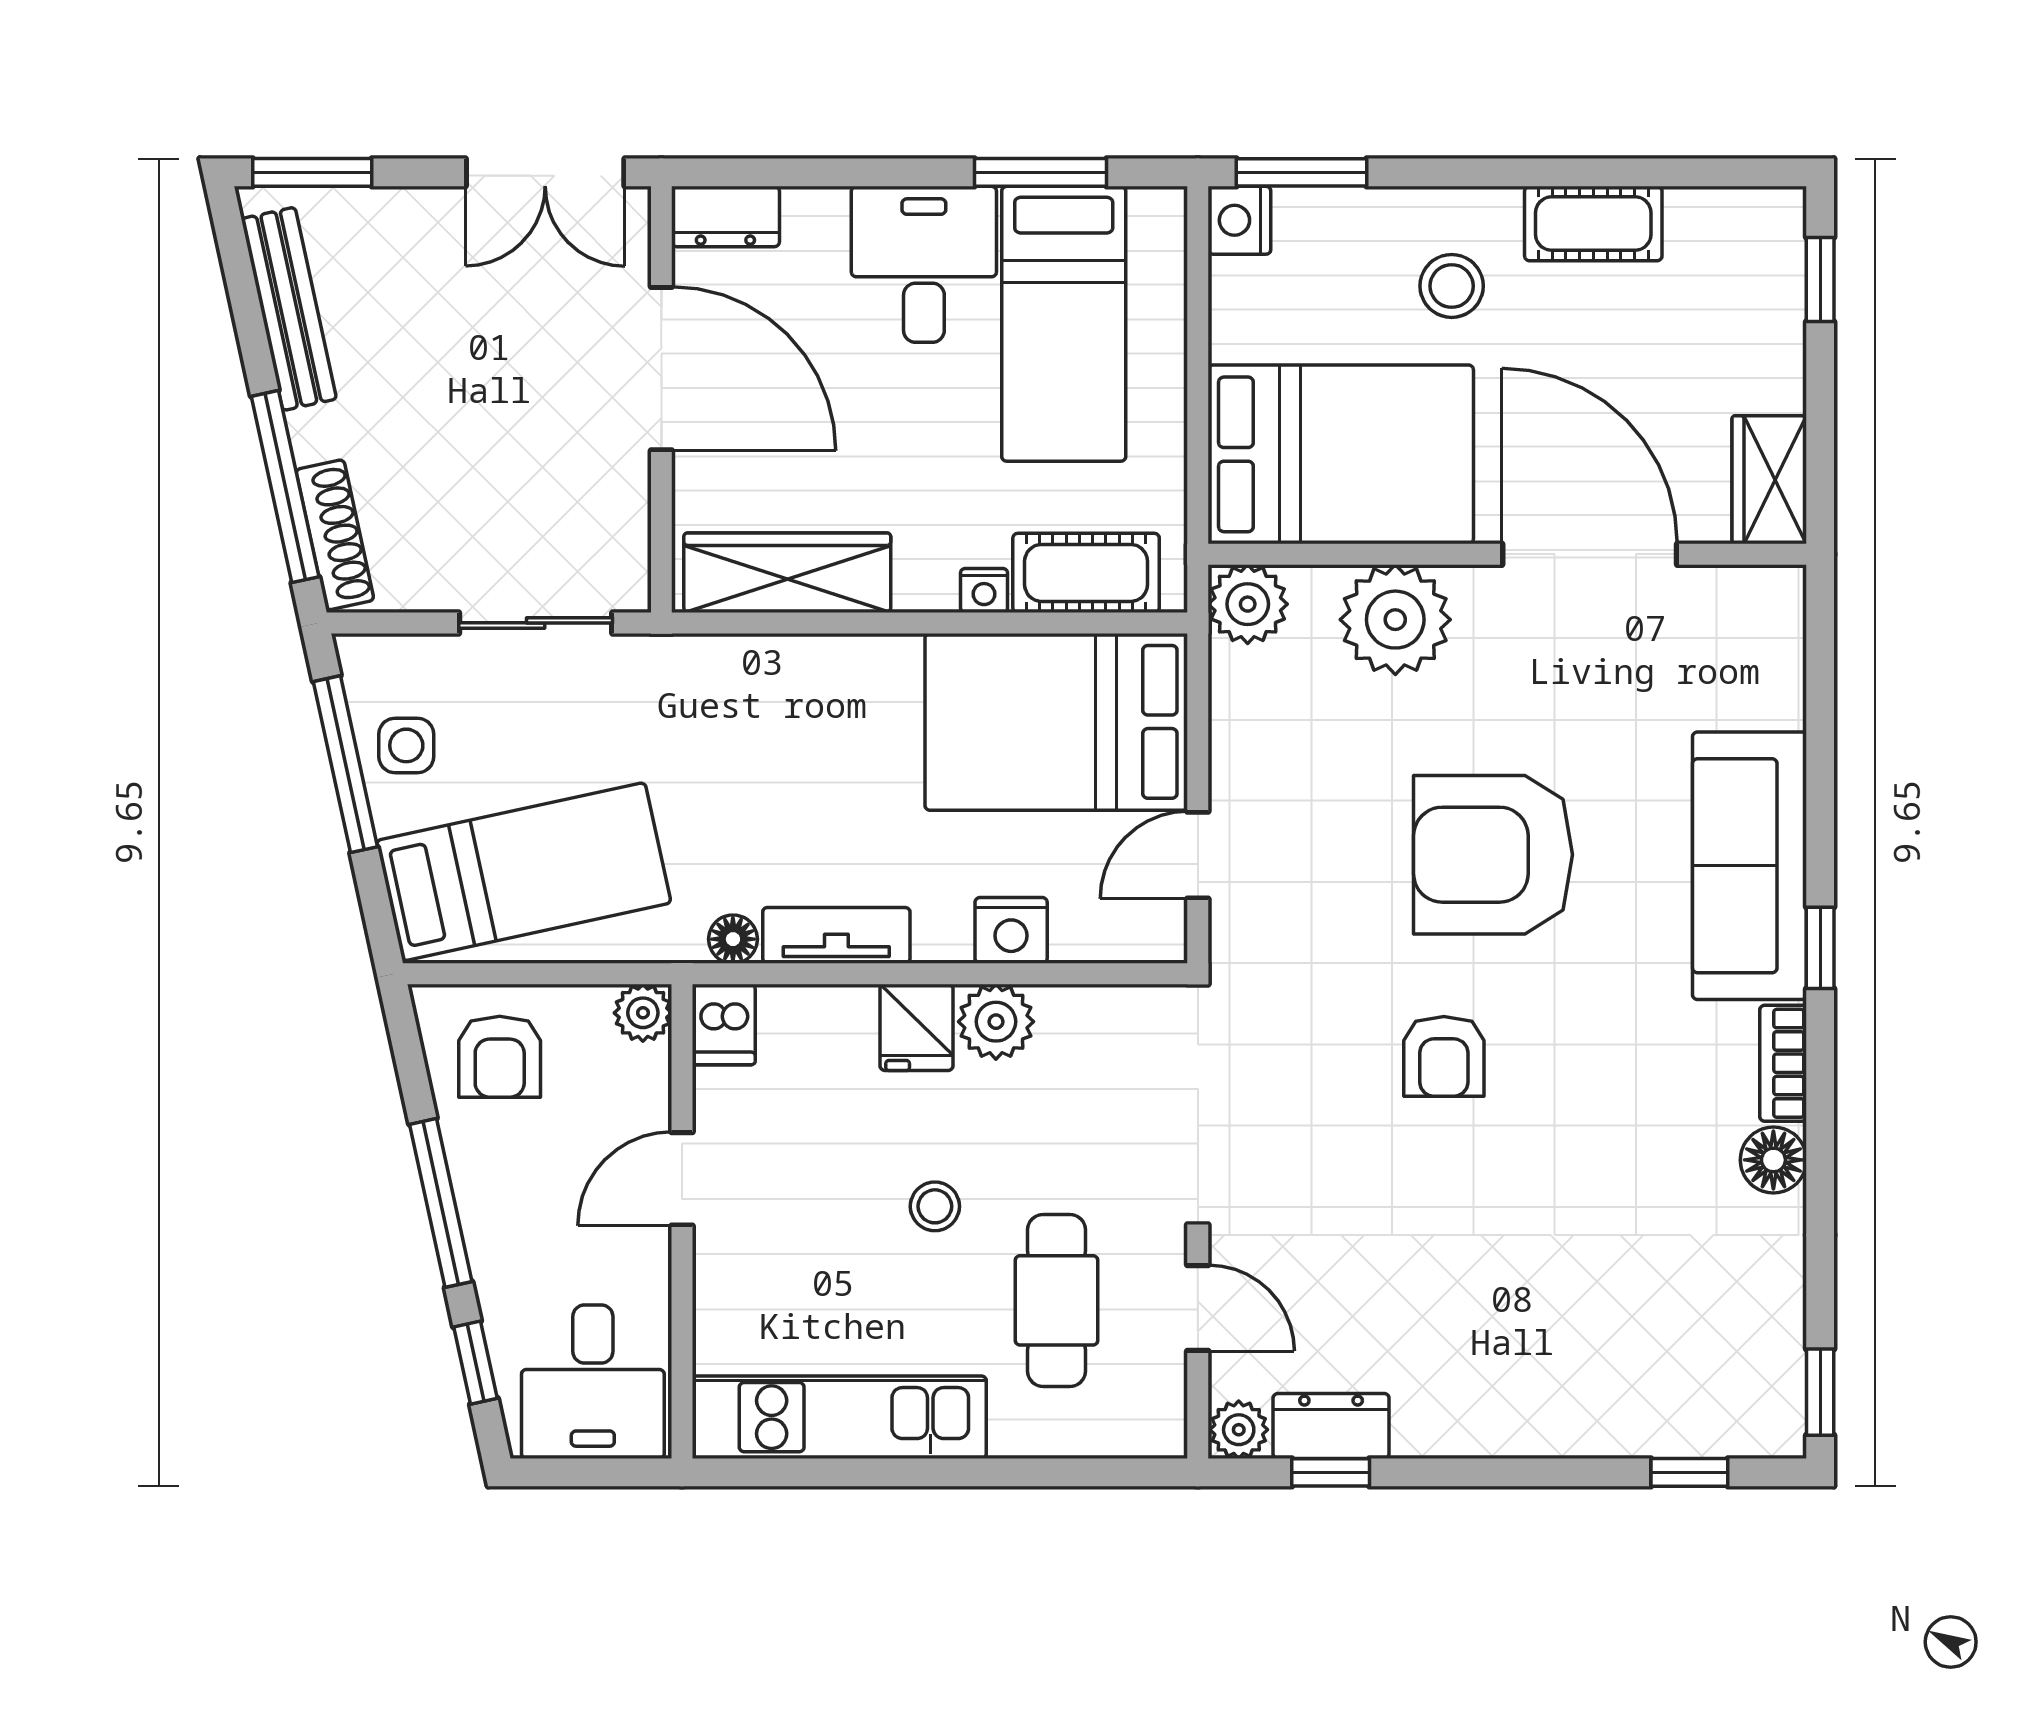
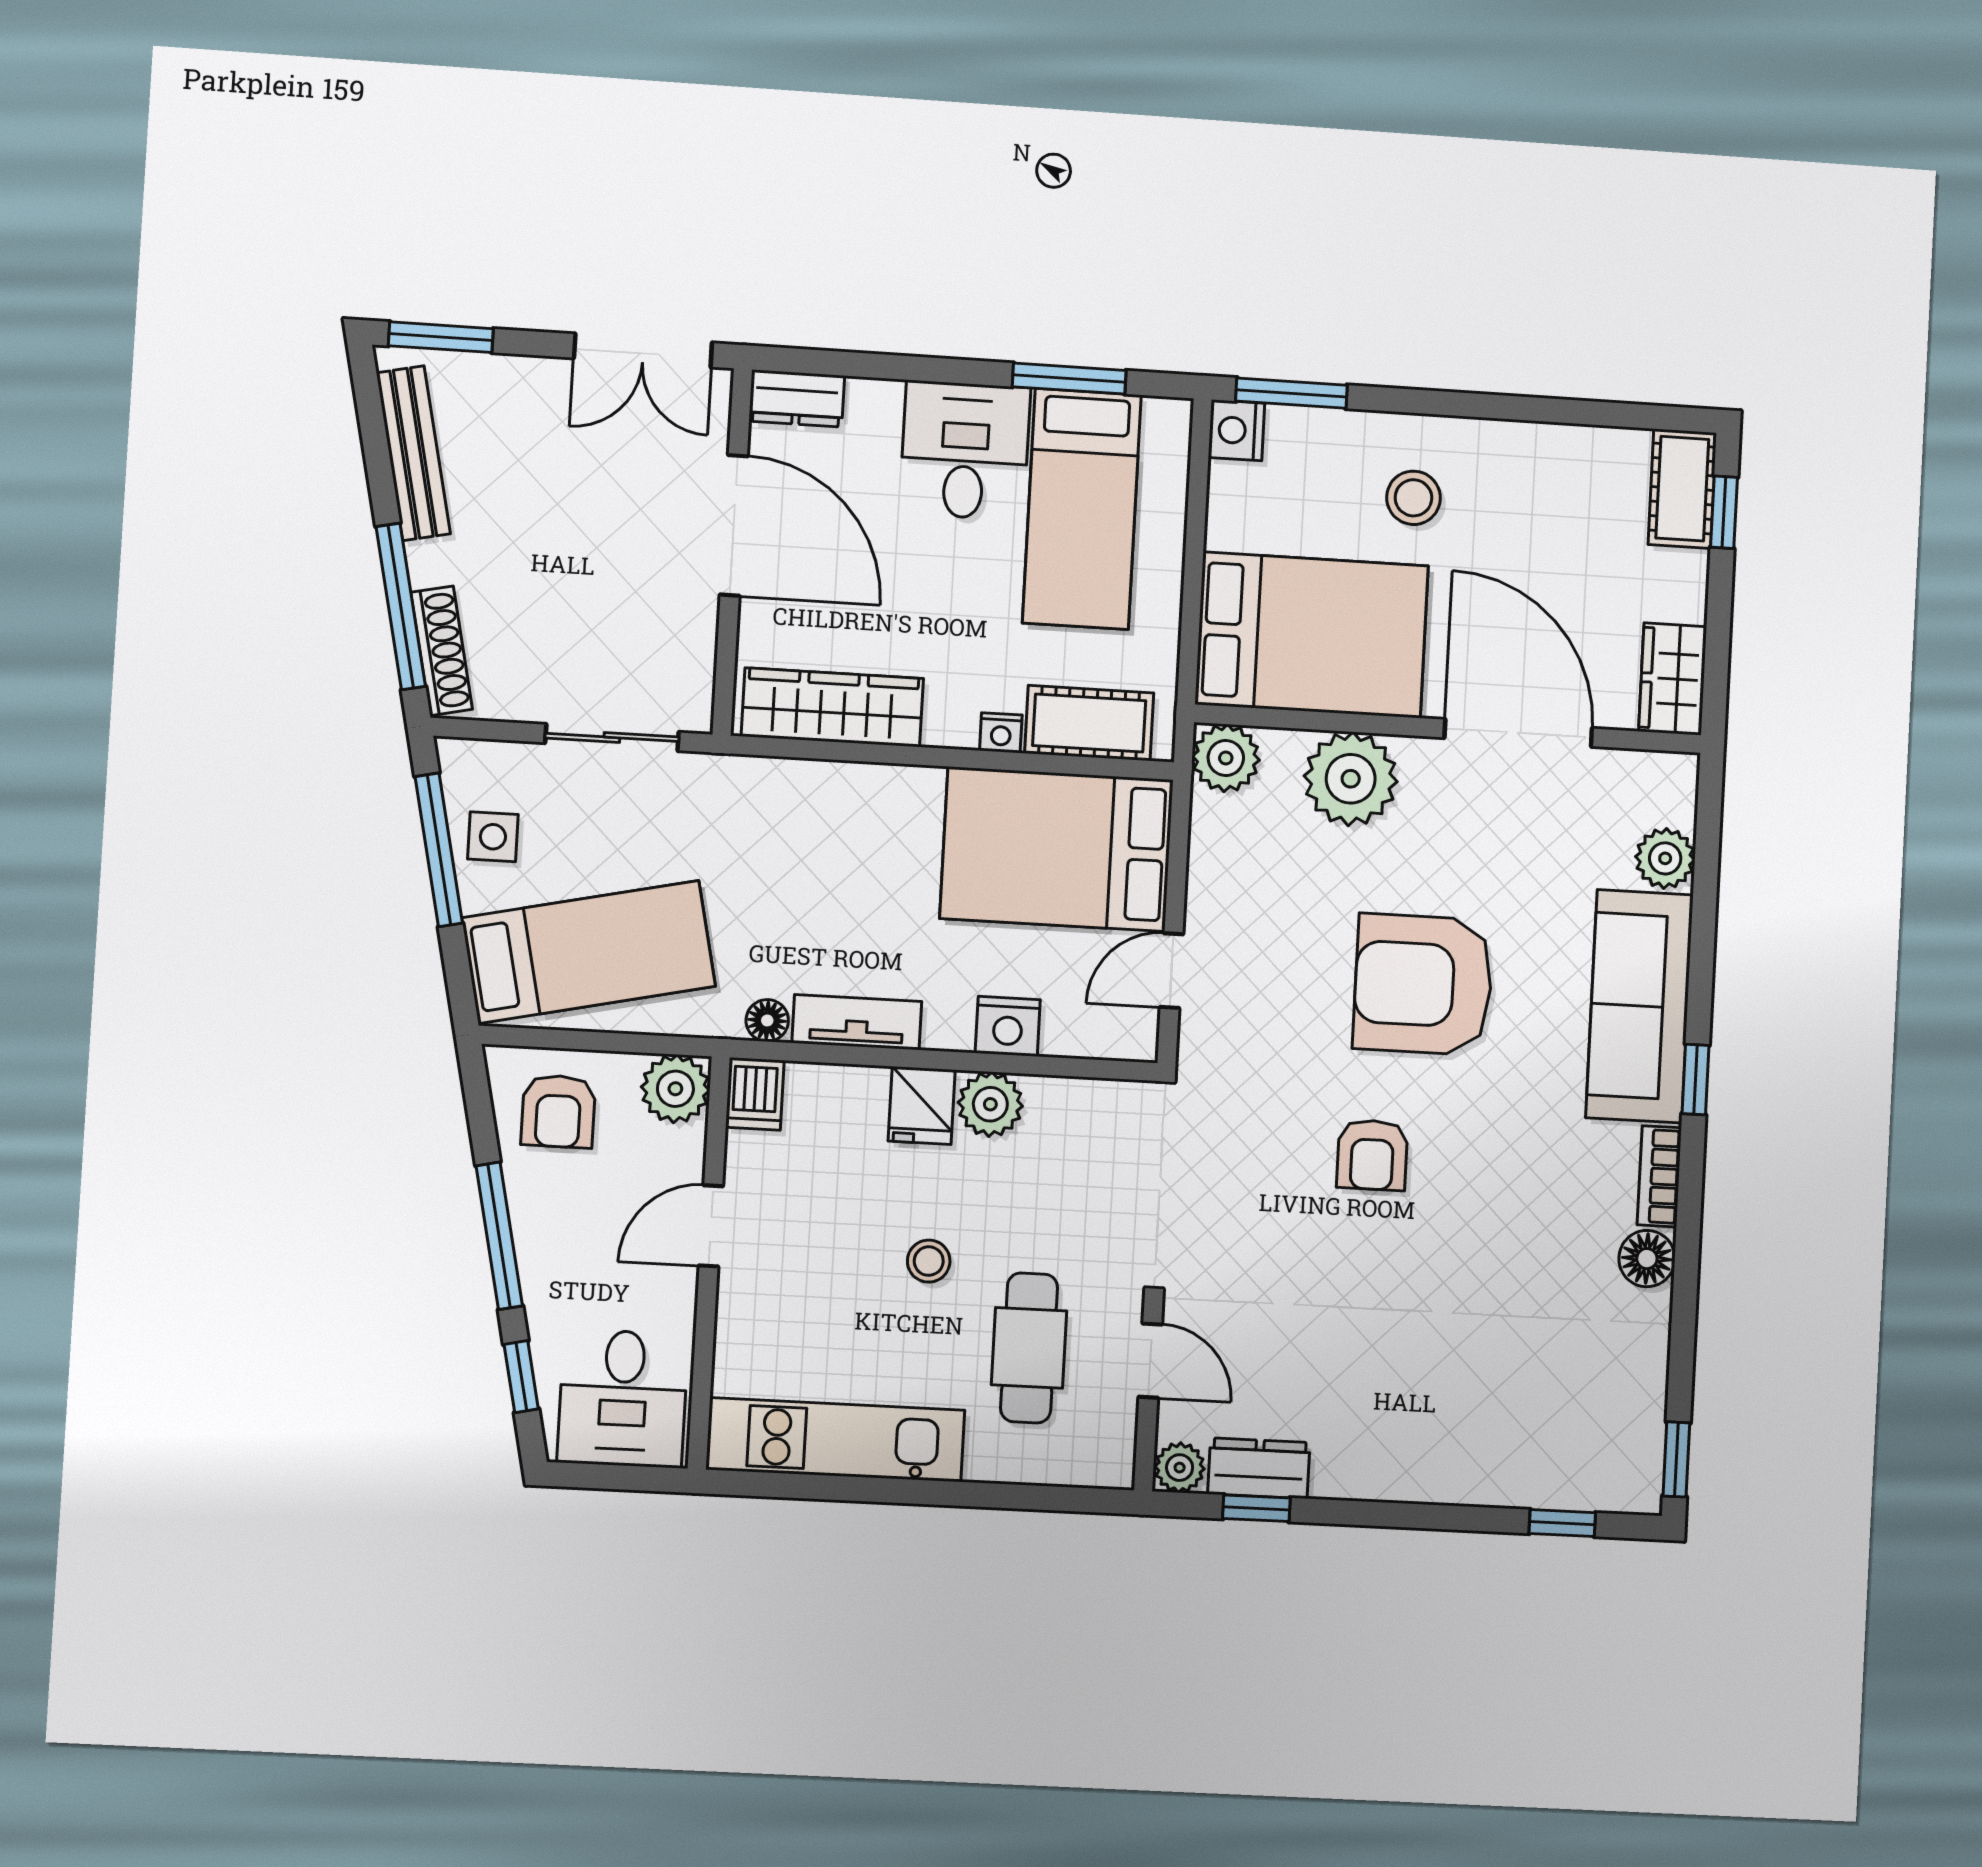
cot: (1593, 224) -> (1682, 489), moved, turned 90
plant: (1771, 691) -> (1665, 858), added
plant: (643, 1013) -> (675, 1089), width x1.38, depth x1.38

